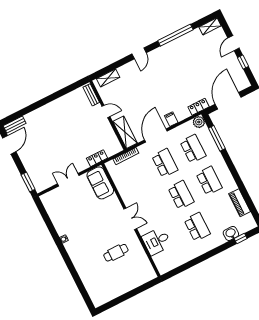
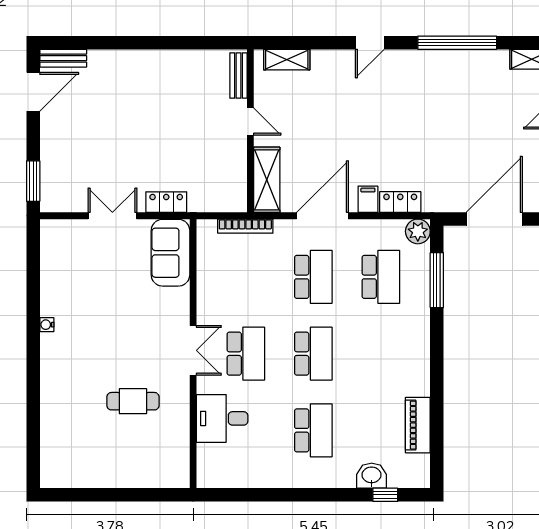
locker: (199, 107) -> (400, 202), moved
locker: (97, 158) -> (166, 202), moved
school desk: (209, 181) -> (246, 354), moved

